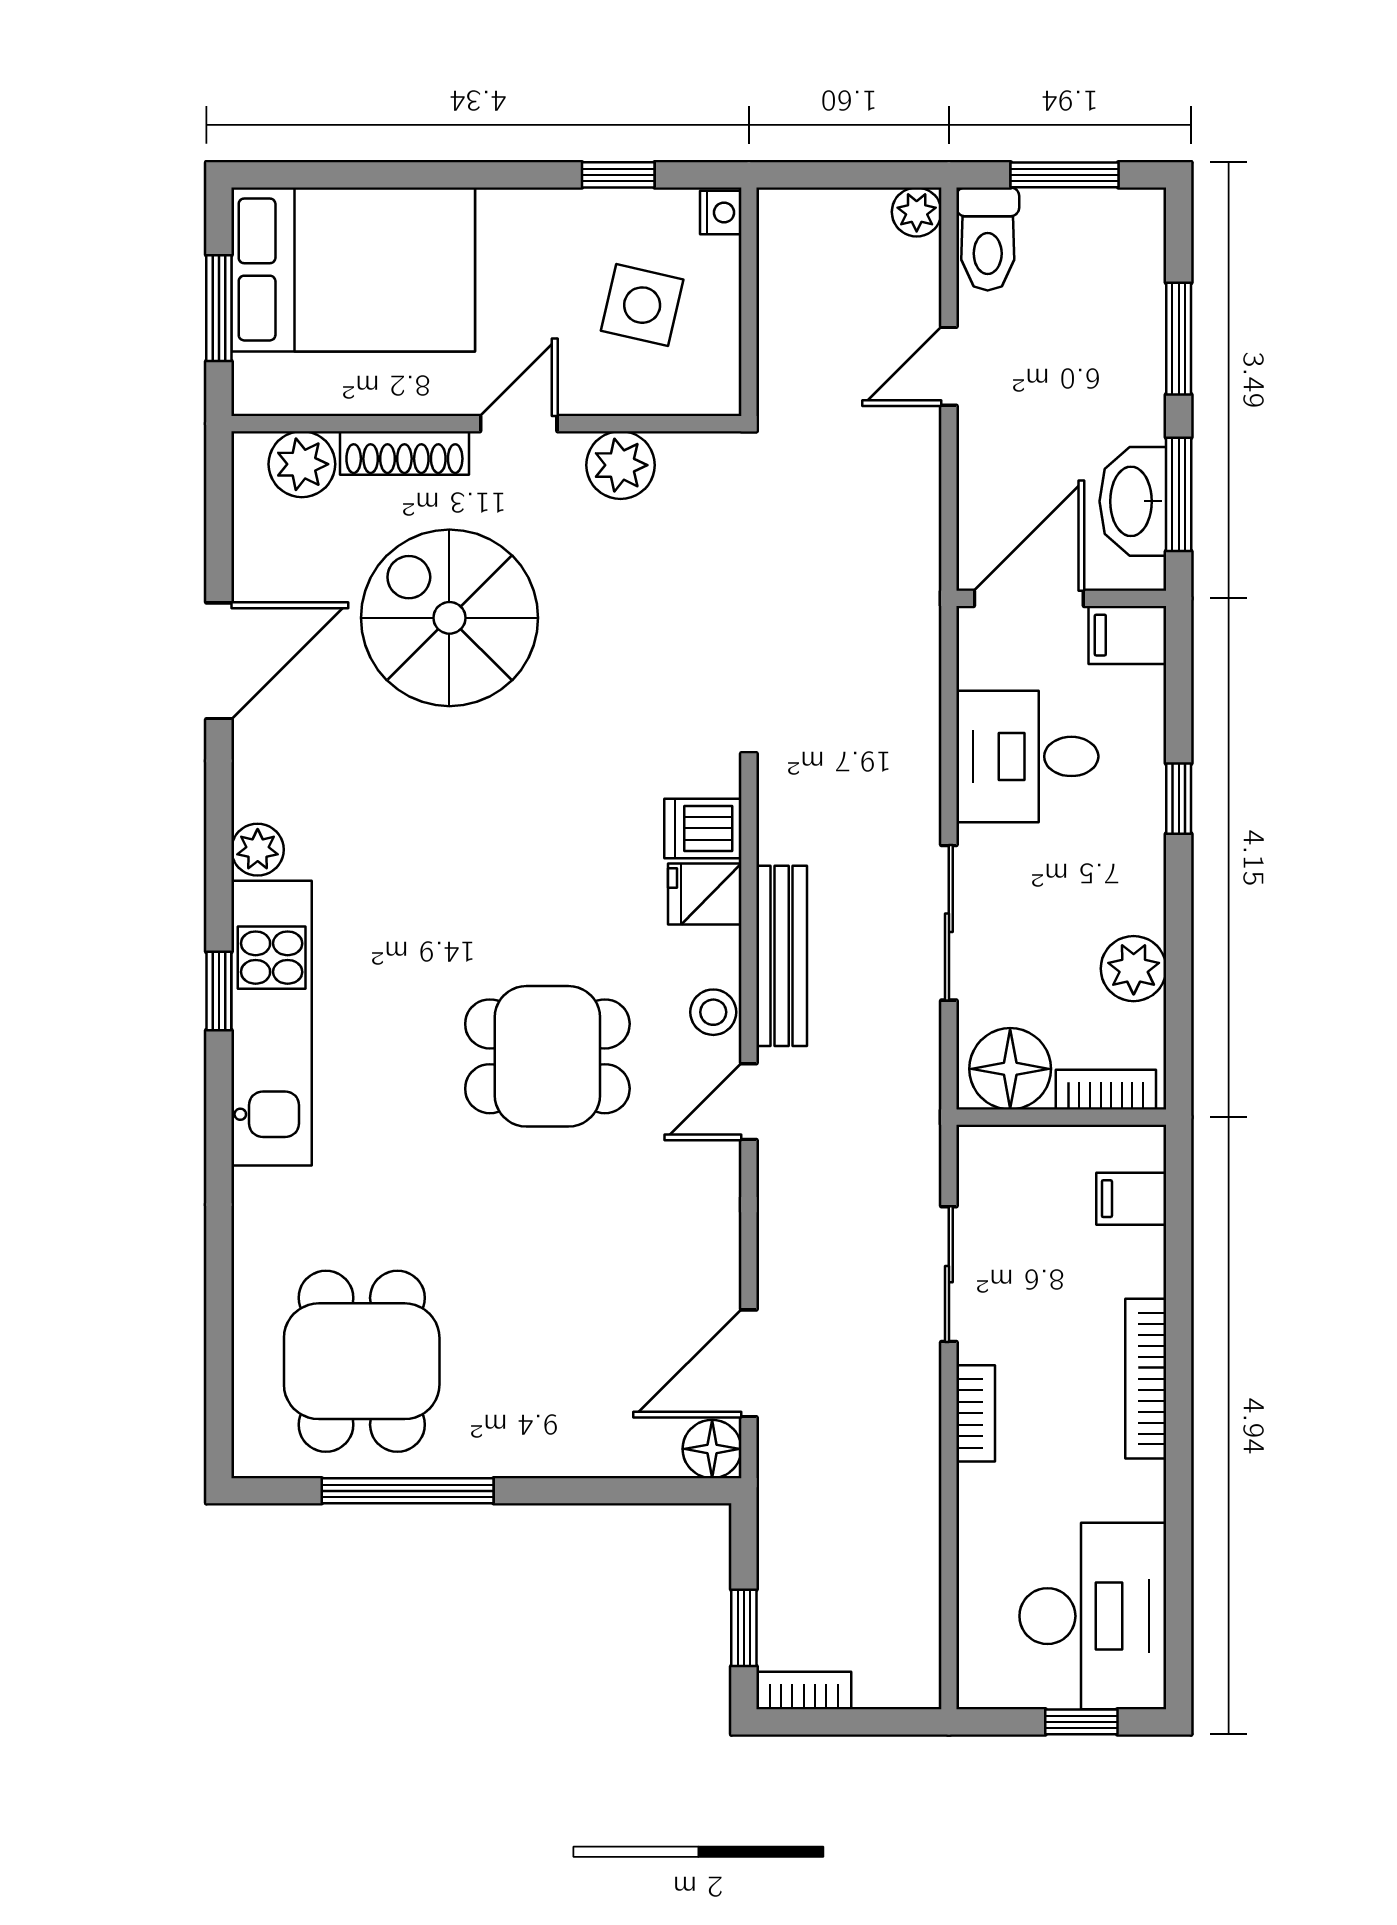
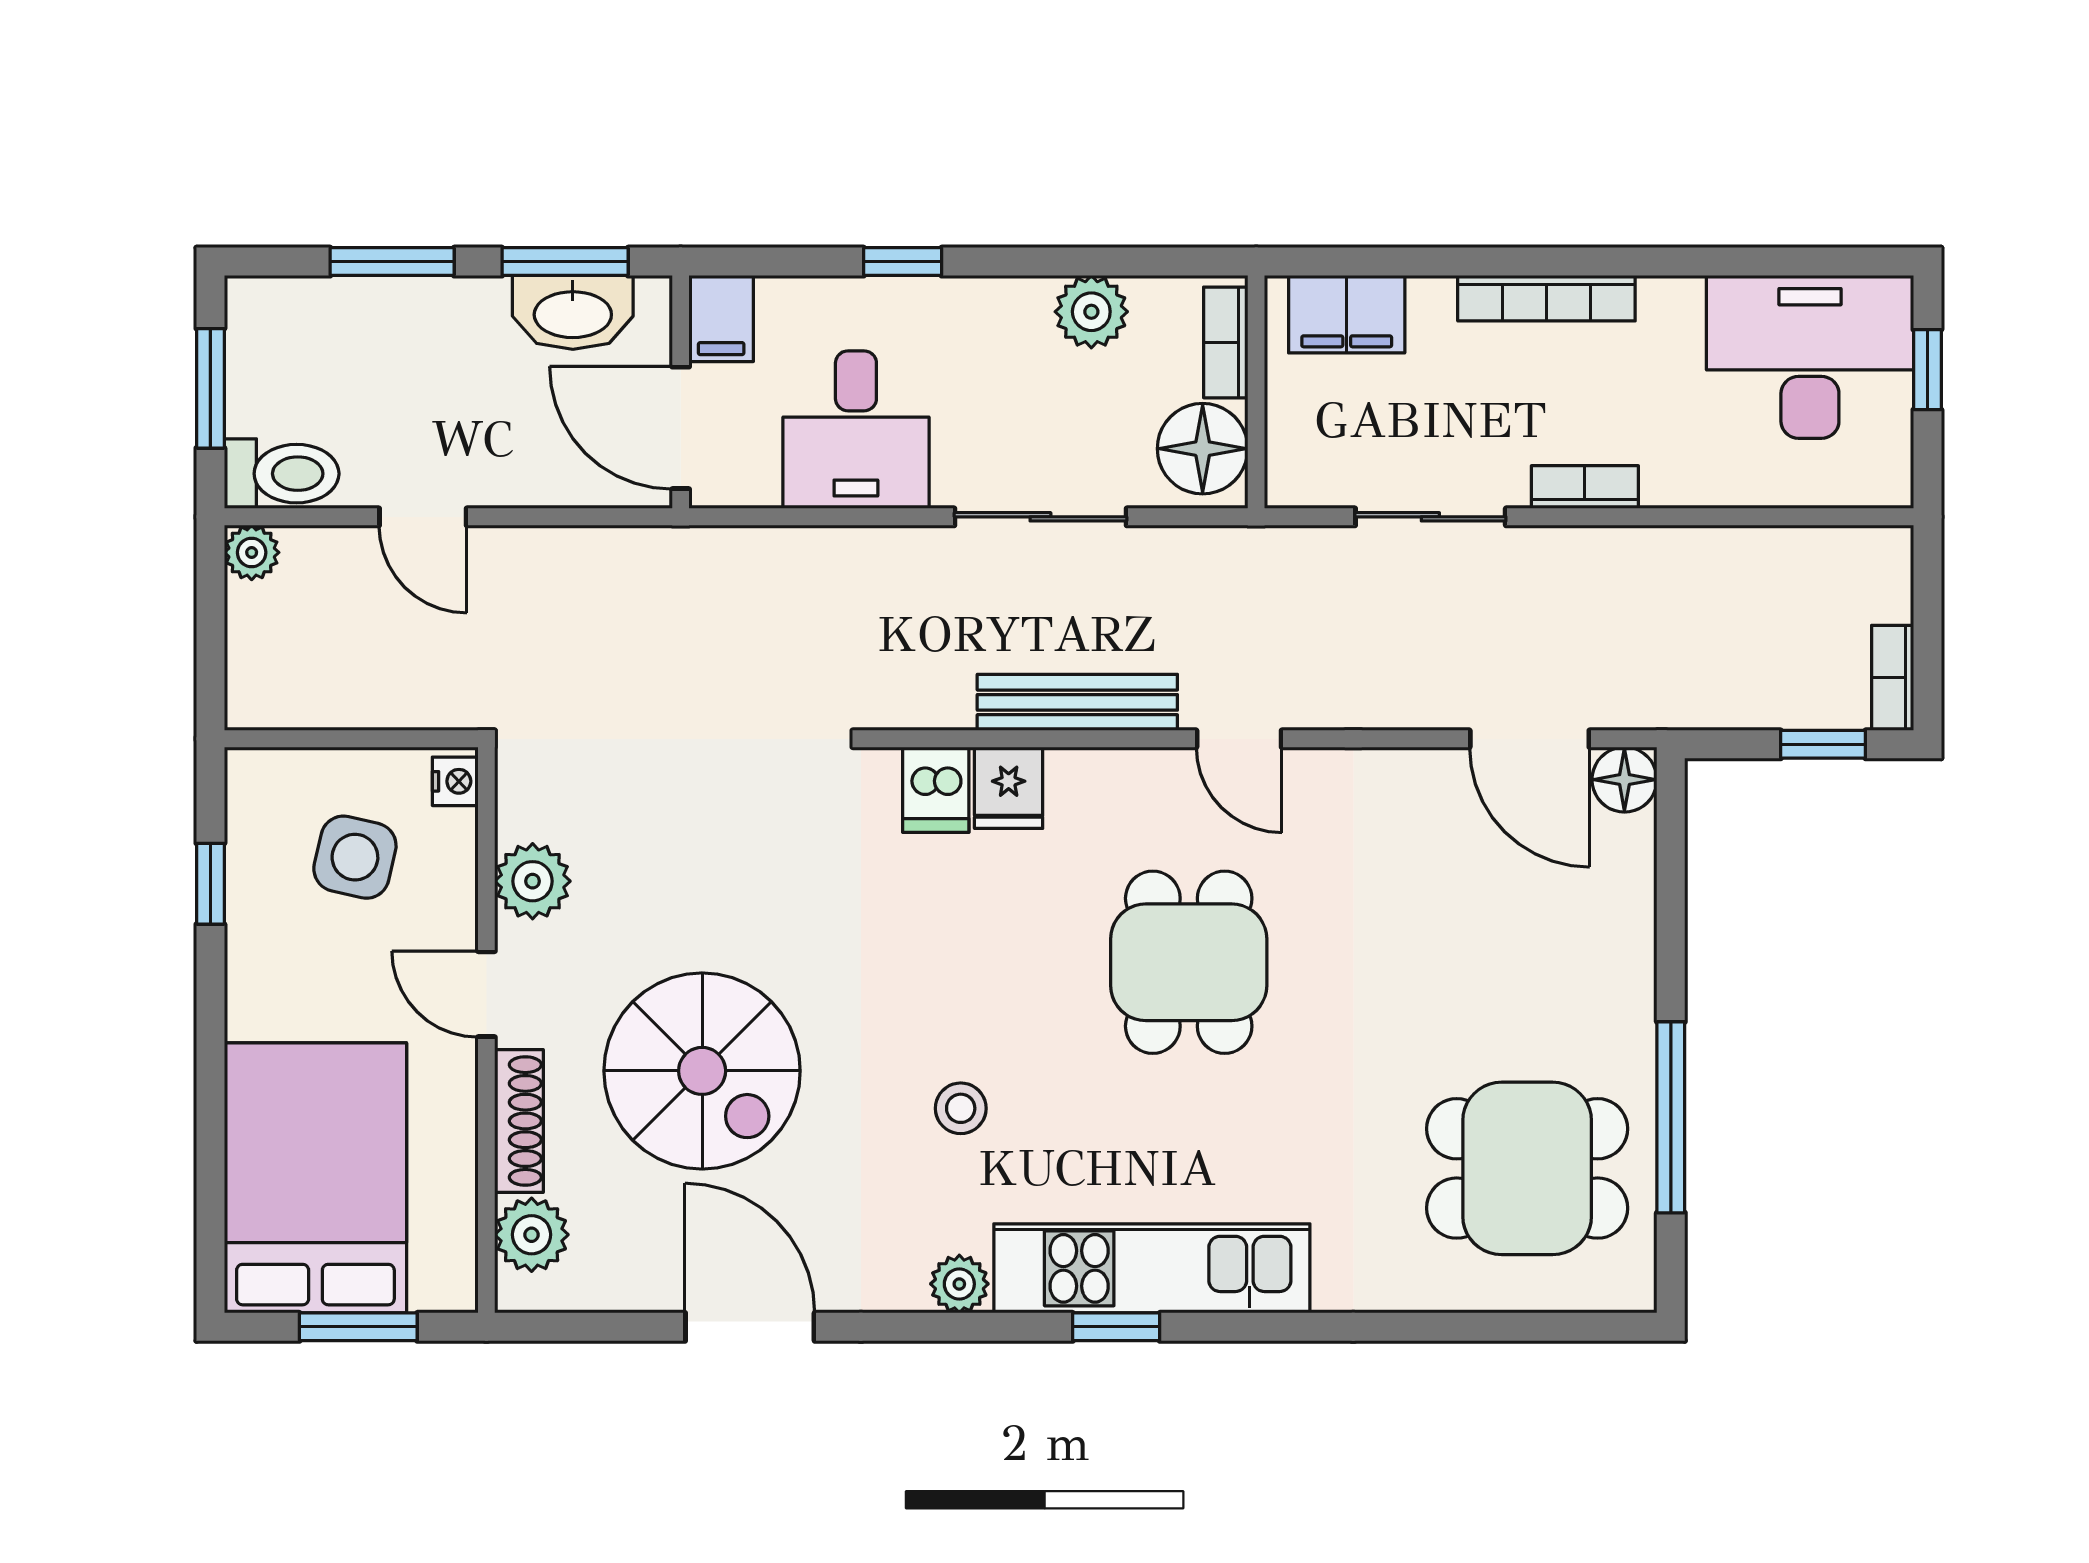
nightstand: (721, 213) -> (455, 781), moved, turned 90
spiral stairs: (449, 618) -> (702, 1071), turned -90
stool: (713, 1012) -> (961, 1108), moved
filing cabinet: (1131, 1199) -> (1347, 314), width x2.00

